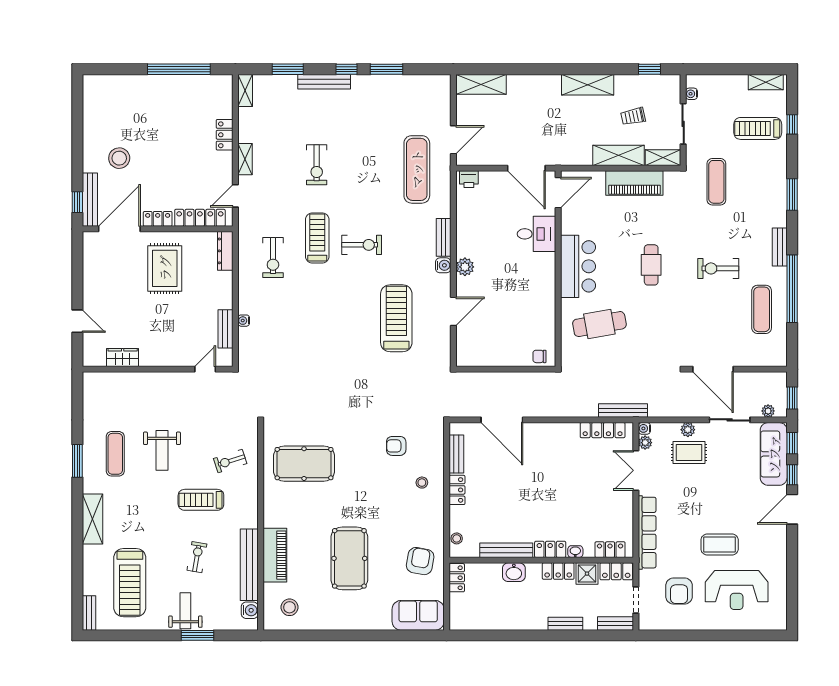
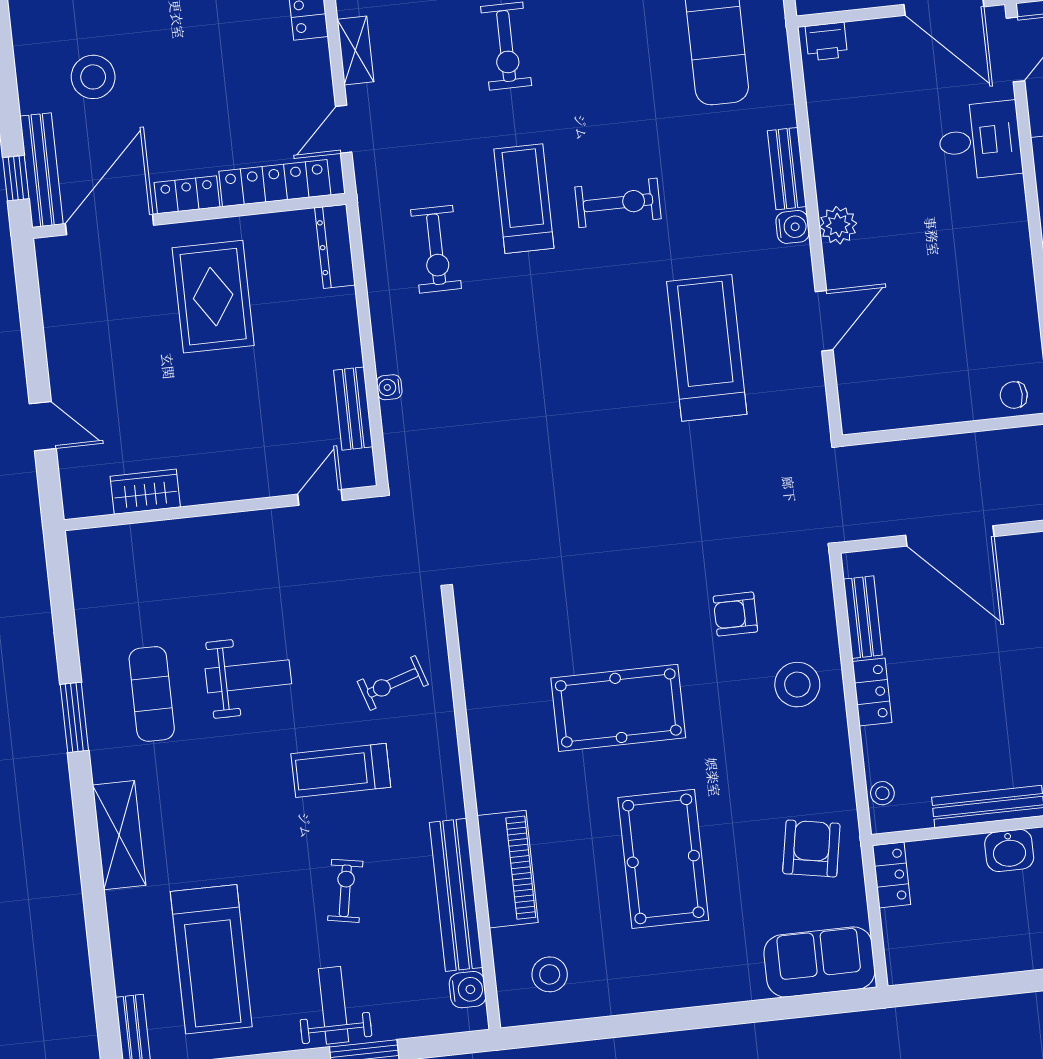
weight bench: (162, 450) -> (248, 676), turned -90
pool table: (304, 464) -> (618, 708), moved
stool: (422, 483) -> (797, 685), width x1.89, depth x1.89

